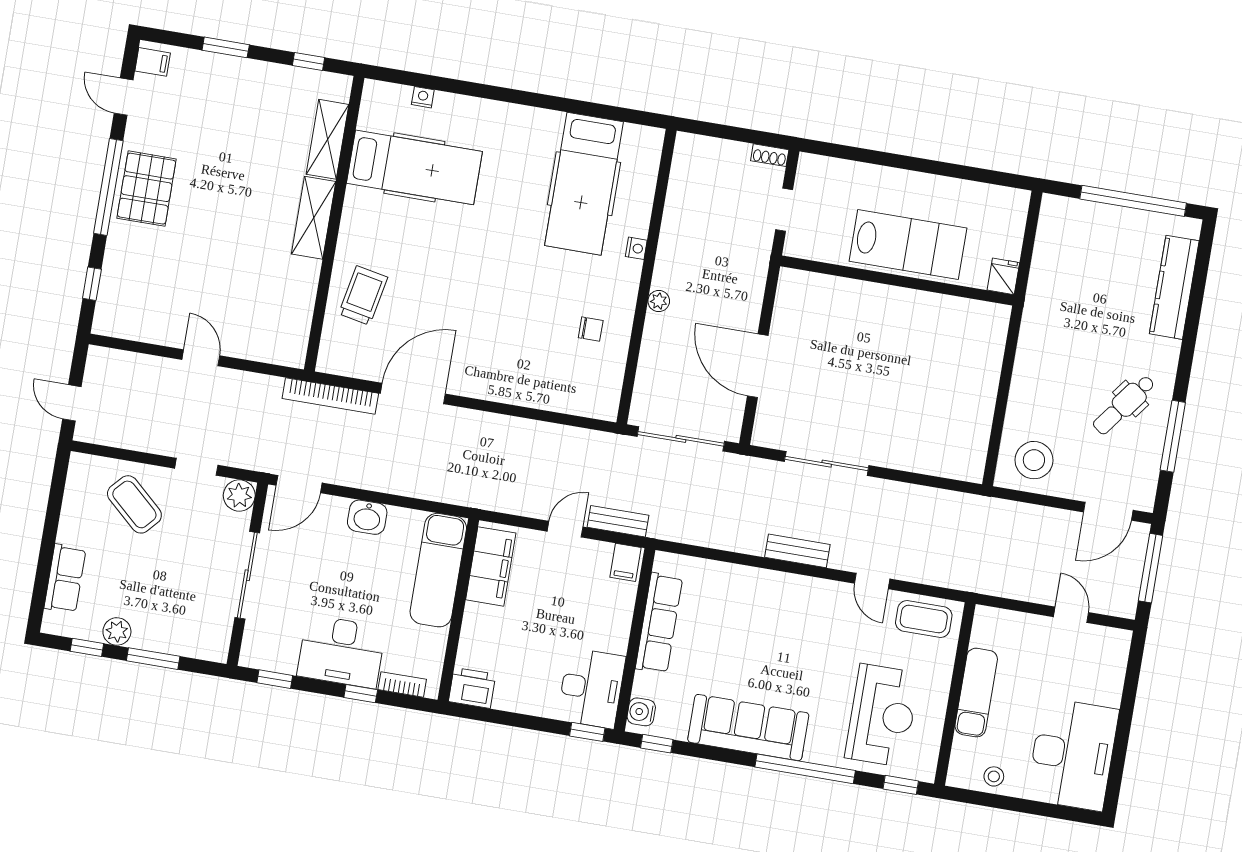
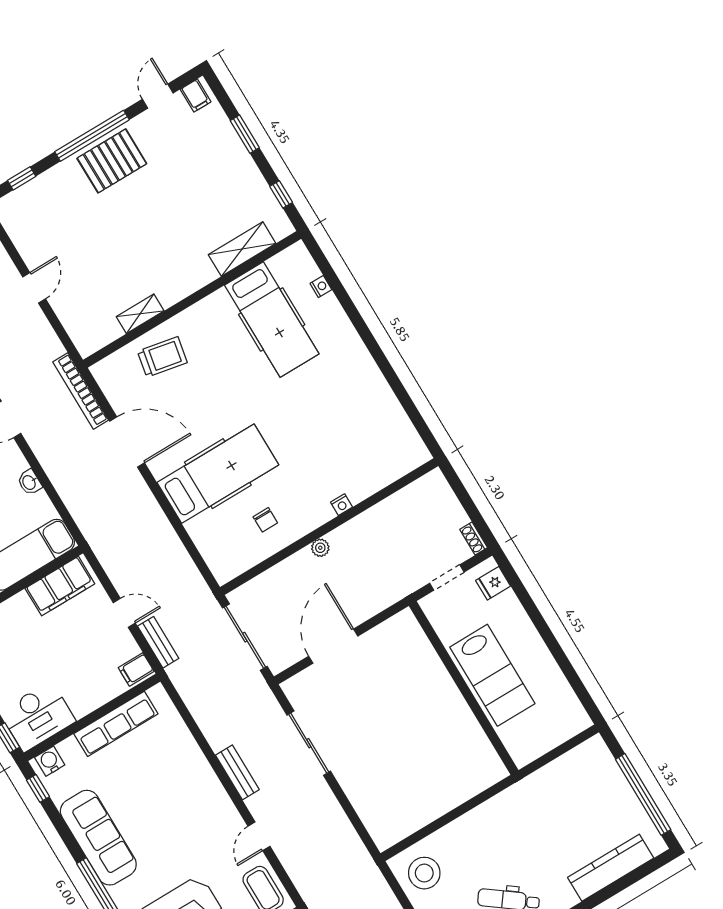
hospital bed: (584, 184) -> (218, 474), moved, turned 180
shelving: (314, 218) -> (140, 314), moved, width x0.67, depth x0.75
fridge: (1003, 276) -> (493, 583), moved, turned 180
washbasin: (367, 517) -> (29, 482), width x0.72, depth x0.69

